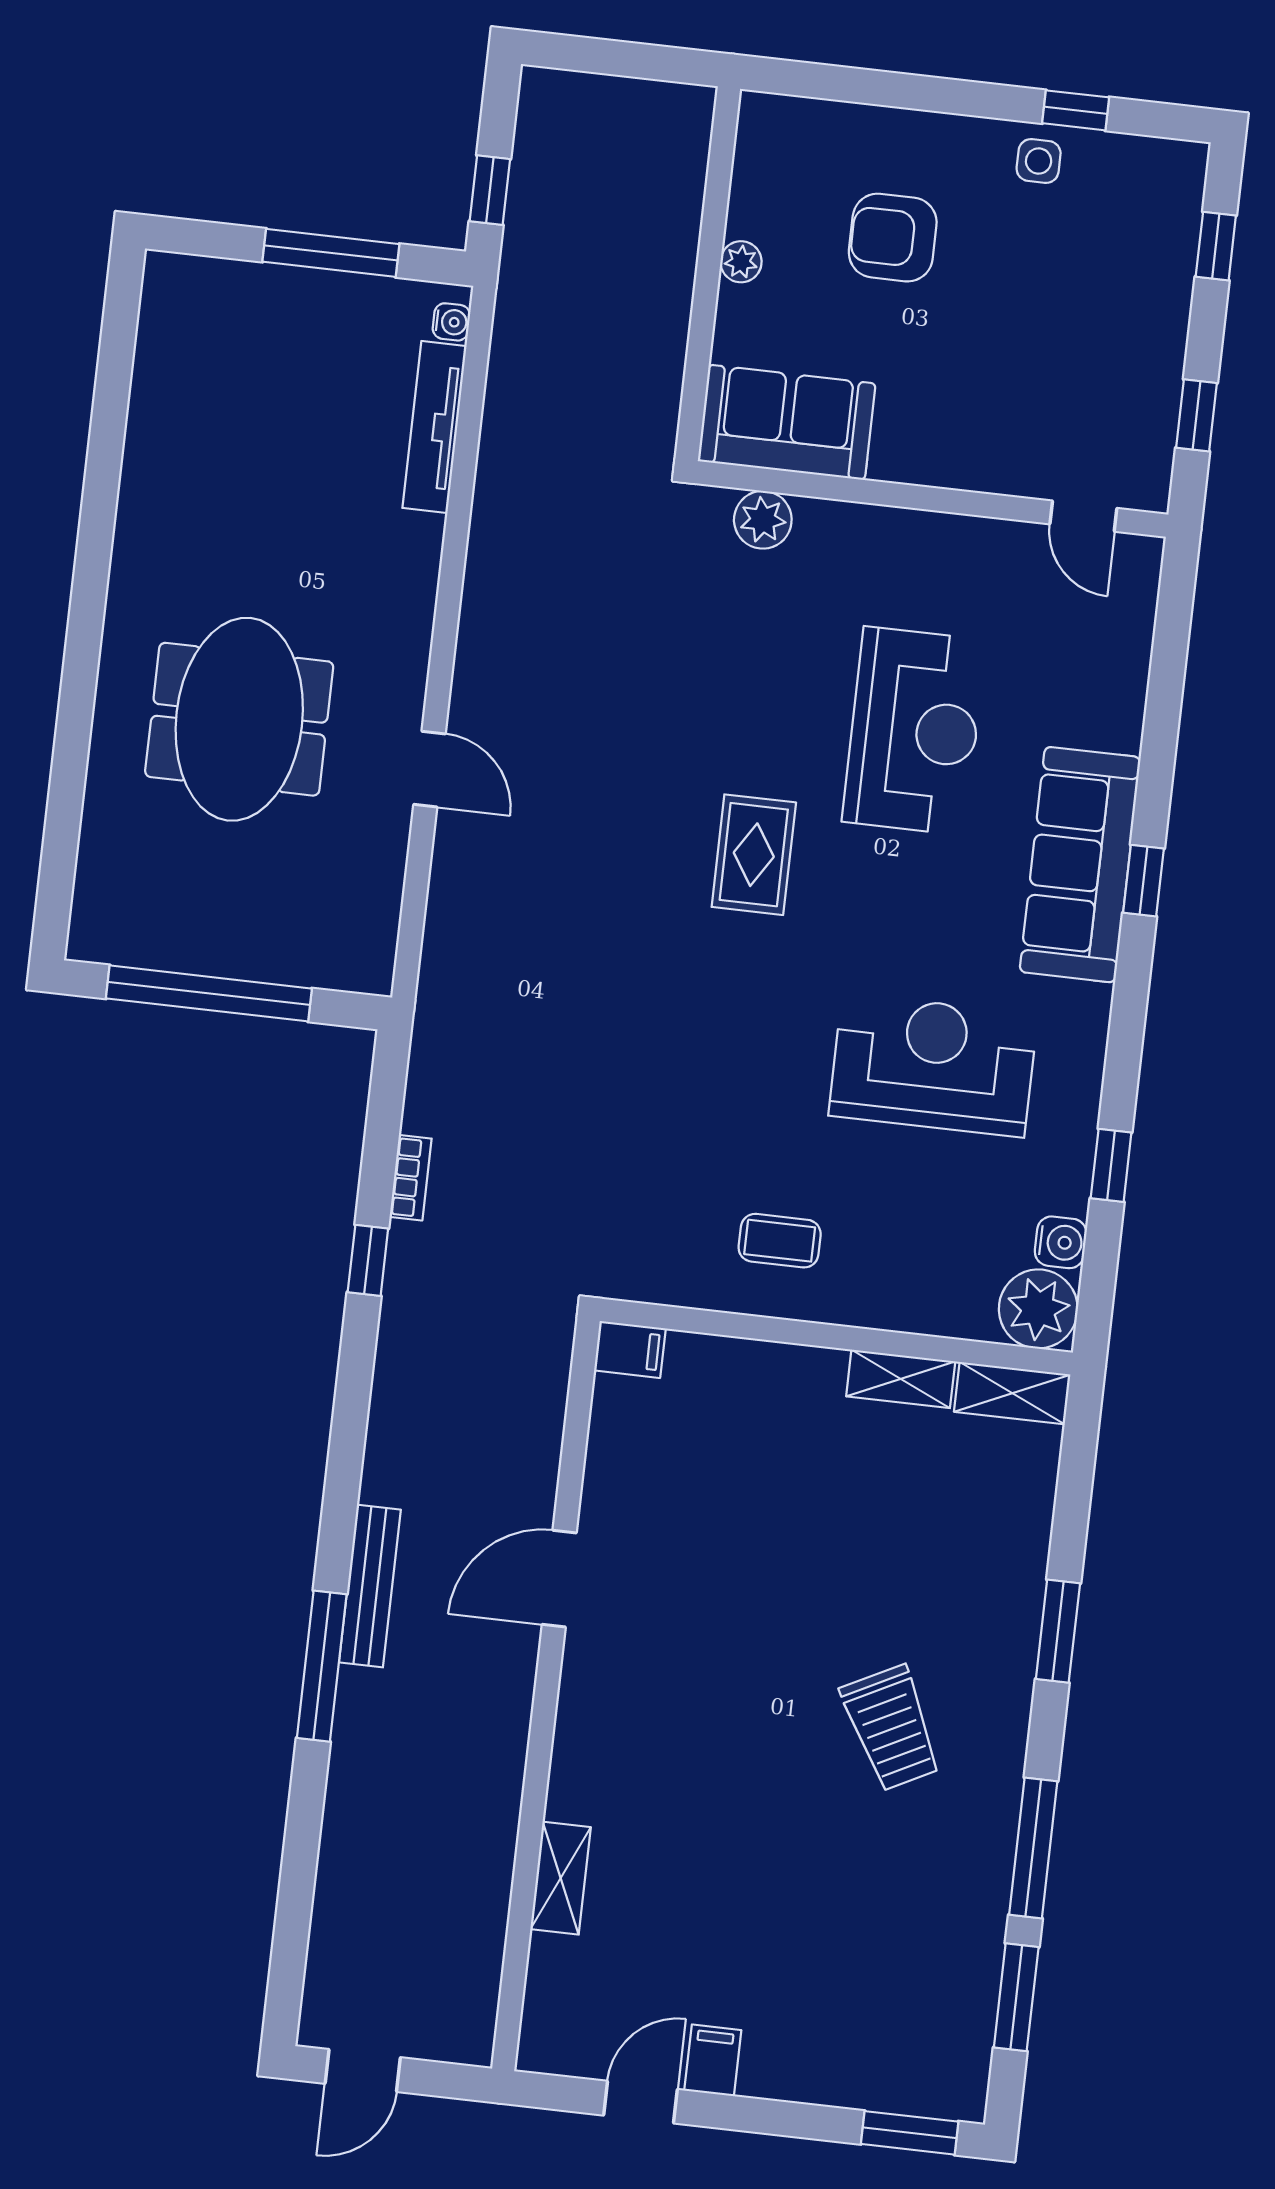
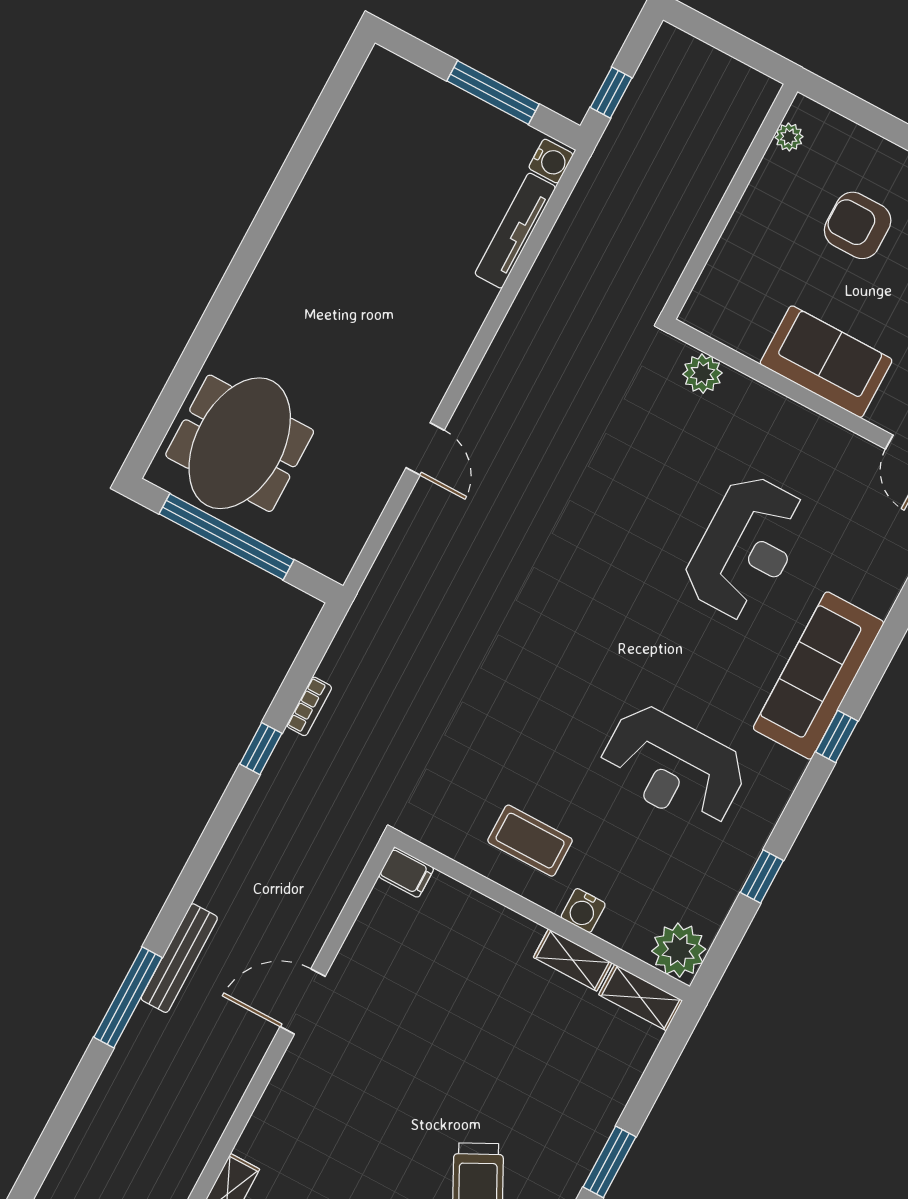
plant: (741, 262) -> (789, 137), moved
water cooler: (451, 322) -> (551, 161), width x1.38, depth x1.38
sofa: (787, 422) -> (826, 362), moved
meeting table: (239, 719) -> (240, 443), moved
rug: (754, 855) -> (612, 586), removed
window: (1143, 881) -> (837, 736), moved
reception desk: (933, 1065) -> (673, 767), turned 180
coffee table: (780, 1241) -> (530, 841), width x1.36, depth x1.30
water cooler: (1061, 1242) -> (583, 911), moved, turned 90

